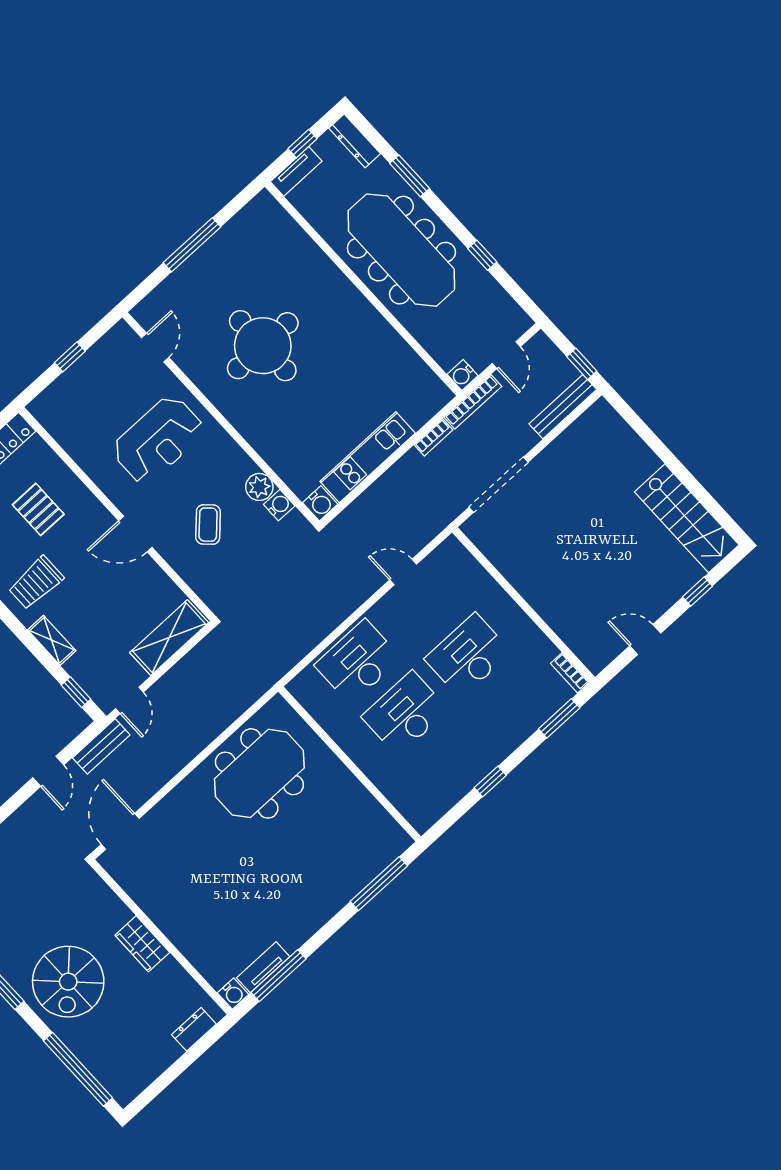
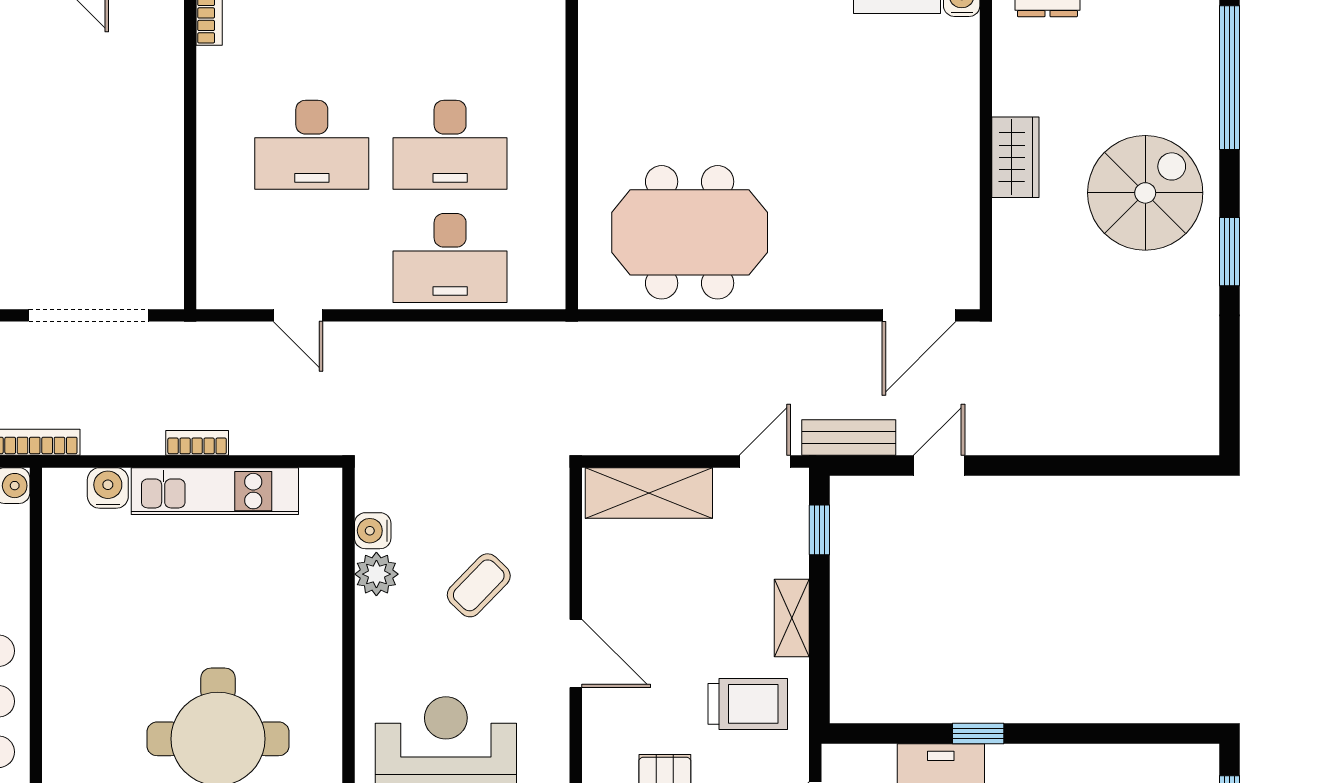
bookcase: (433, 437) -> (197, 443), moved
water cooler: (320, 503) -> (108, 488), moved

